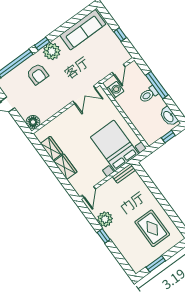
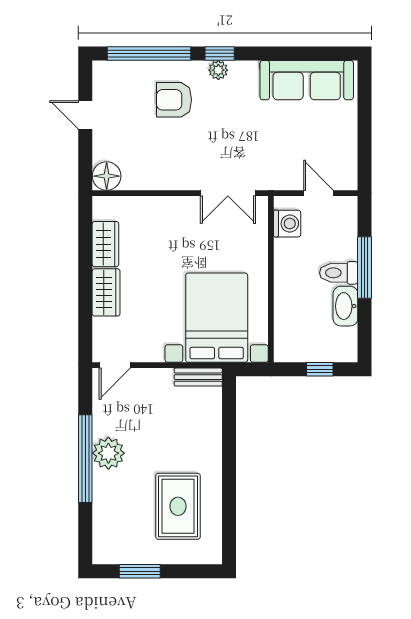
window: (120, 35) -> (365, 135), removed
plant: (52, 51) -> (218, 70), width x0.53, depth x0.53
door: (119, 70) -> (318, 193), swing flipped
armchair: (38, 74) -> (174, 100), turned 90
washbasin: (169, 116) -> (345, 306), moved
plant: (105, 219) -> (108, 453), moved
window: (104, 236) -> (85, 459), width x3.17

